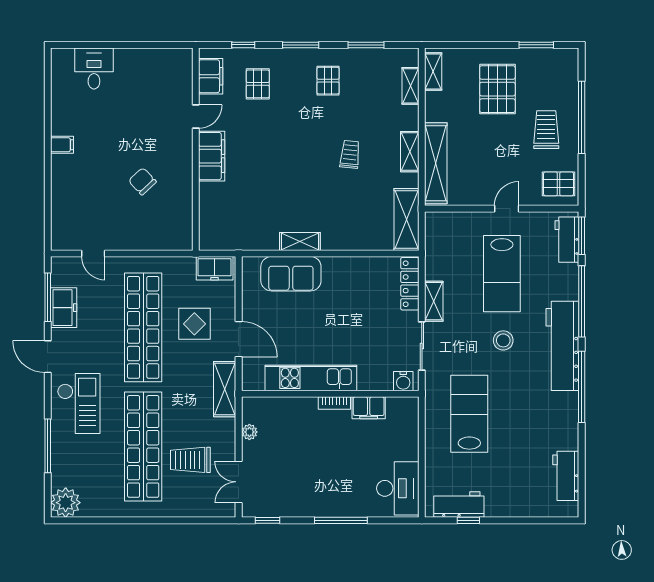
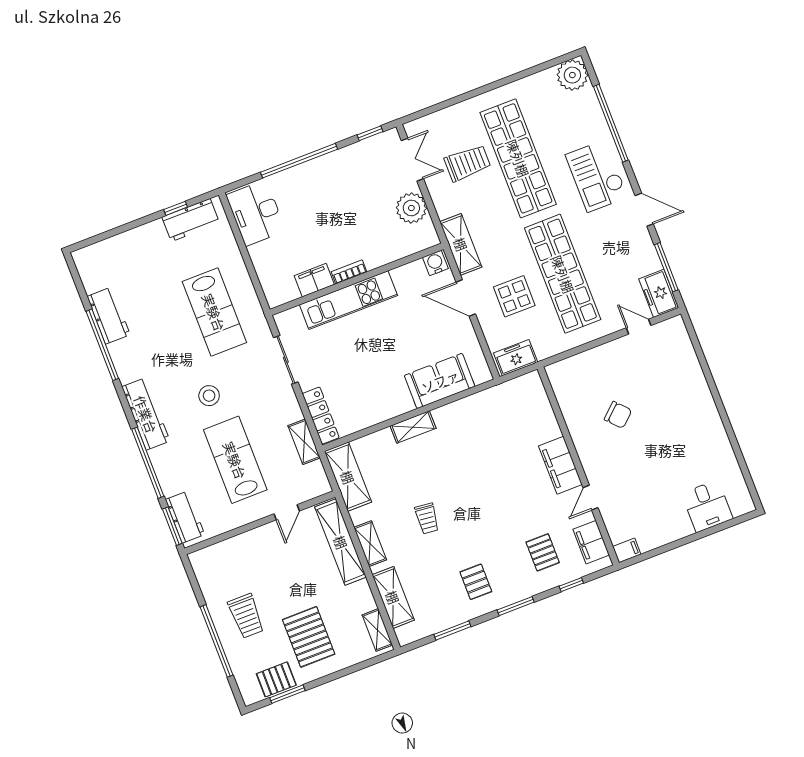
shelving: (411, 86) -> (393, 597), width x1.50, depth x1.33
filing cabinet: (62, 145) -> (627, 550), moved, turned 180
pallet: (558, 184) -> (276, 679), moved
door: (507, 209) -> (287, 512), moved
shelving: (300, 241) -> (413, 427), moved
shelving: (434, 301) -> (304, 442), moved
freezer: (64, 308) -> (659, 293), moved
workbench: (562, 346) -> (146, 414), width x0.73, depth x0.76
kitchen unit: (311, 378) -> (348, 300), moved
water cooler: (403, 381) -> (435, 263), moved
window: (582, 387) -> (102, 345), moved
plant: (249, 432) -> (411, 208), width x1.87, depth x1.87
window: (48, 446) -> (611, 123), width x1.46
workbench: (566, 476) -> (109, 316), moved
window: (341, 520) -> (299, 161), width x1.46

